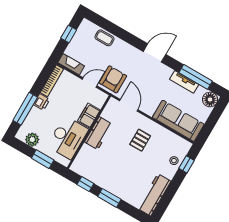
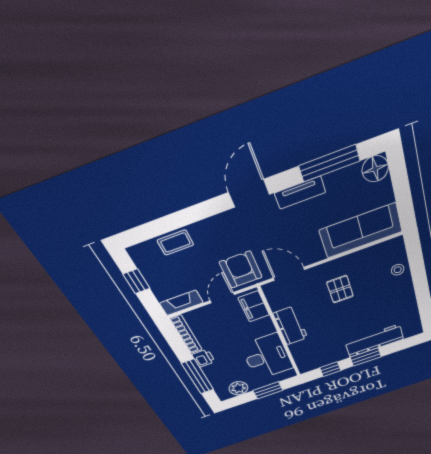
tv unit: (184, 82) -> (300, 193), moved
filing cabinet: (89, 116) -> (254, 306), moved
window: (187, 164) -> (416, 259), removed
workbench: (154, 195) -> (374, 341), moved, turned 90

